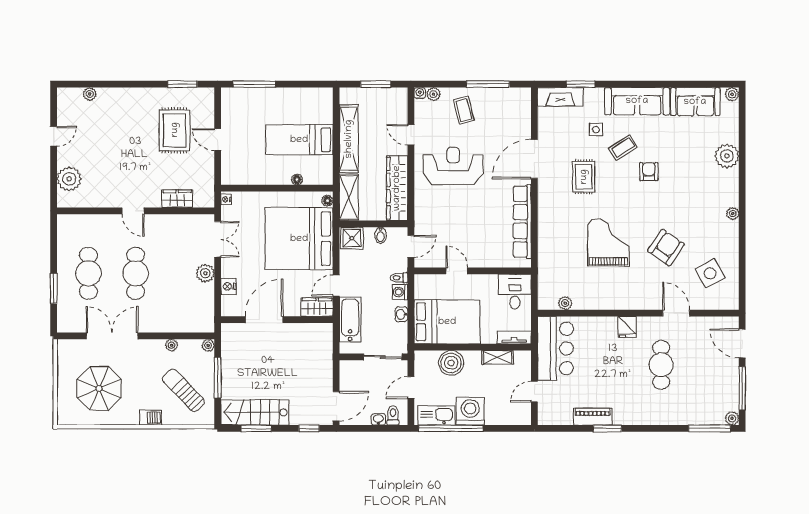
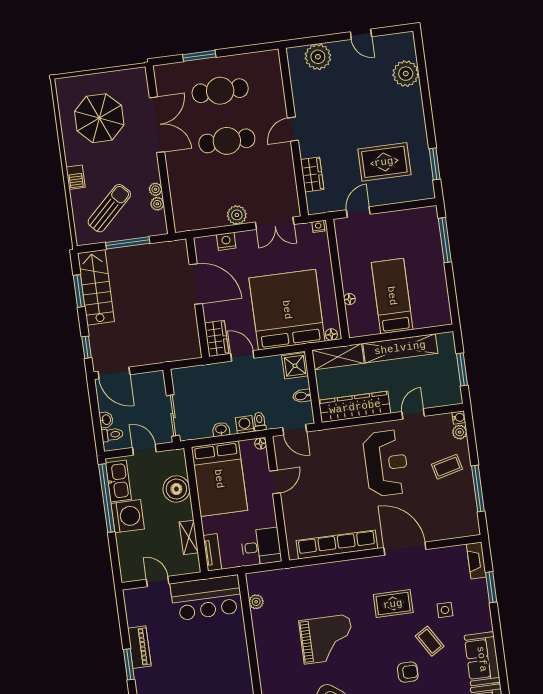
plant: (90, 94) -> (406, 74), width x1.88, depth x1.88
fireplace: (560, 97) -> (476, 561), width x0.73, depth x0.76
sofa: (637, 101) -> (482, 659), width x0.73
door: (218, 140) -> (358, 212), moved
floor lamp: (419, 279) -> (261, 444), added
bathtub: (350, 320) -> (208, 375), removed
fridge: (627, 327) -> (240, 671), removed
plant: (208, 345) -> (157, 204), moved

